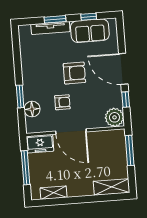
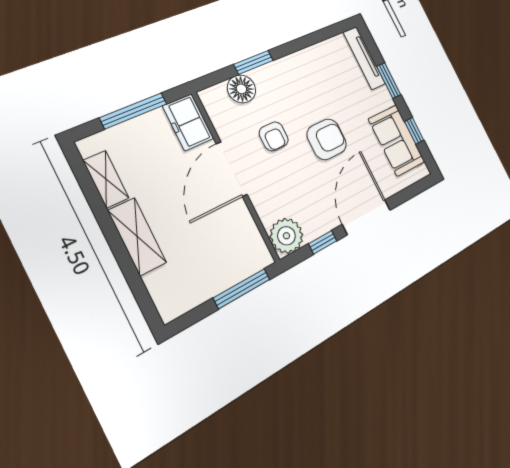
tv unit: (50, 28) -> (364, 58), moved
armchair: (74, 73) -> (327, 139), turned -90
shelving: (111, 187) -> (137, 237), moved

